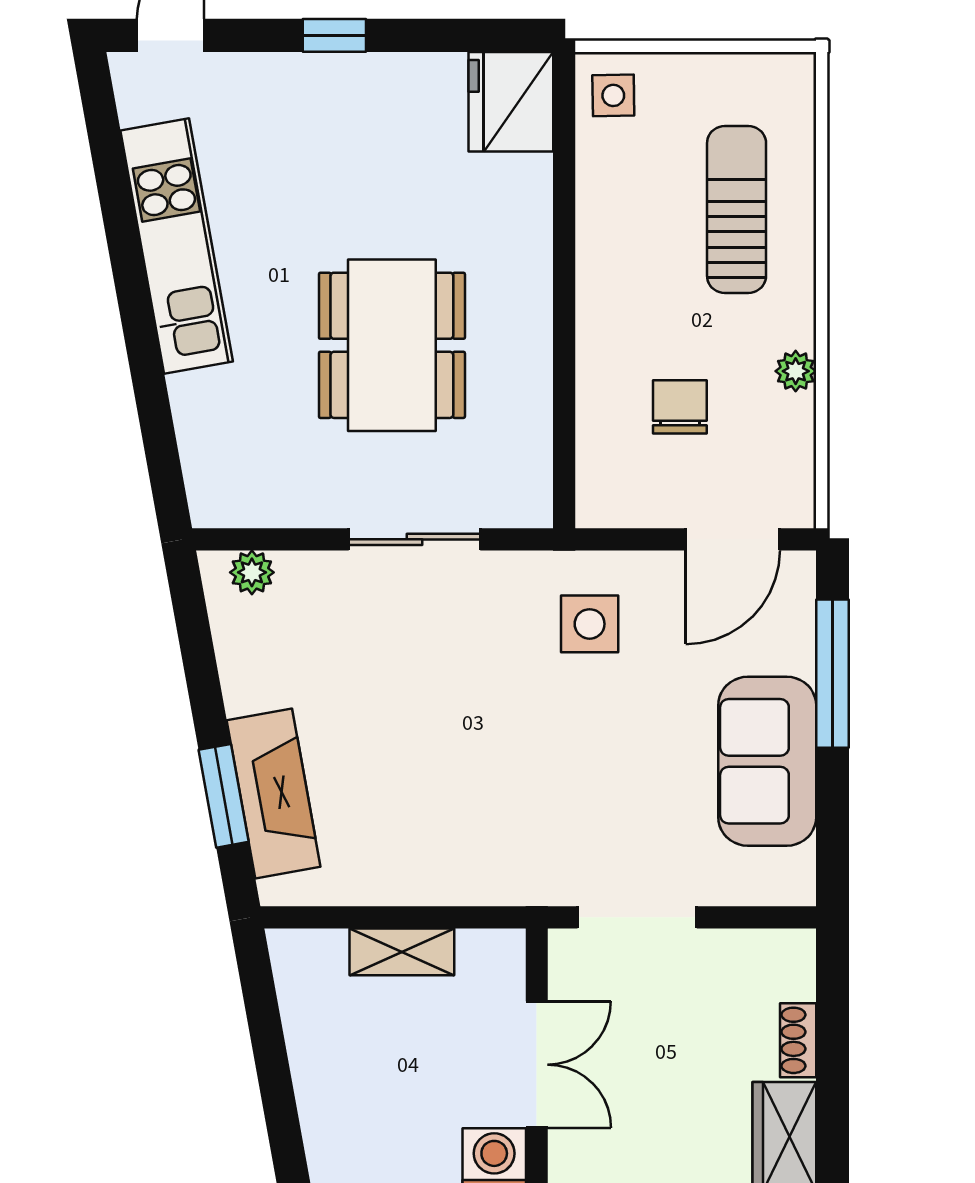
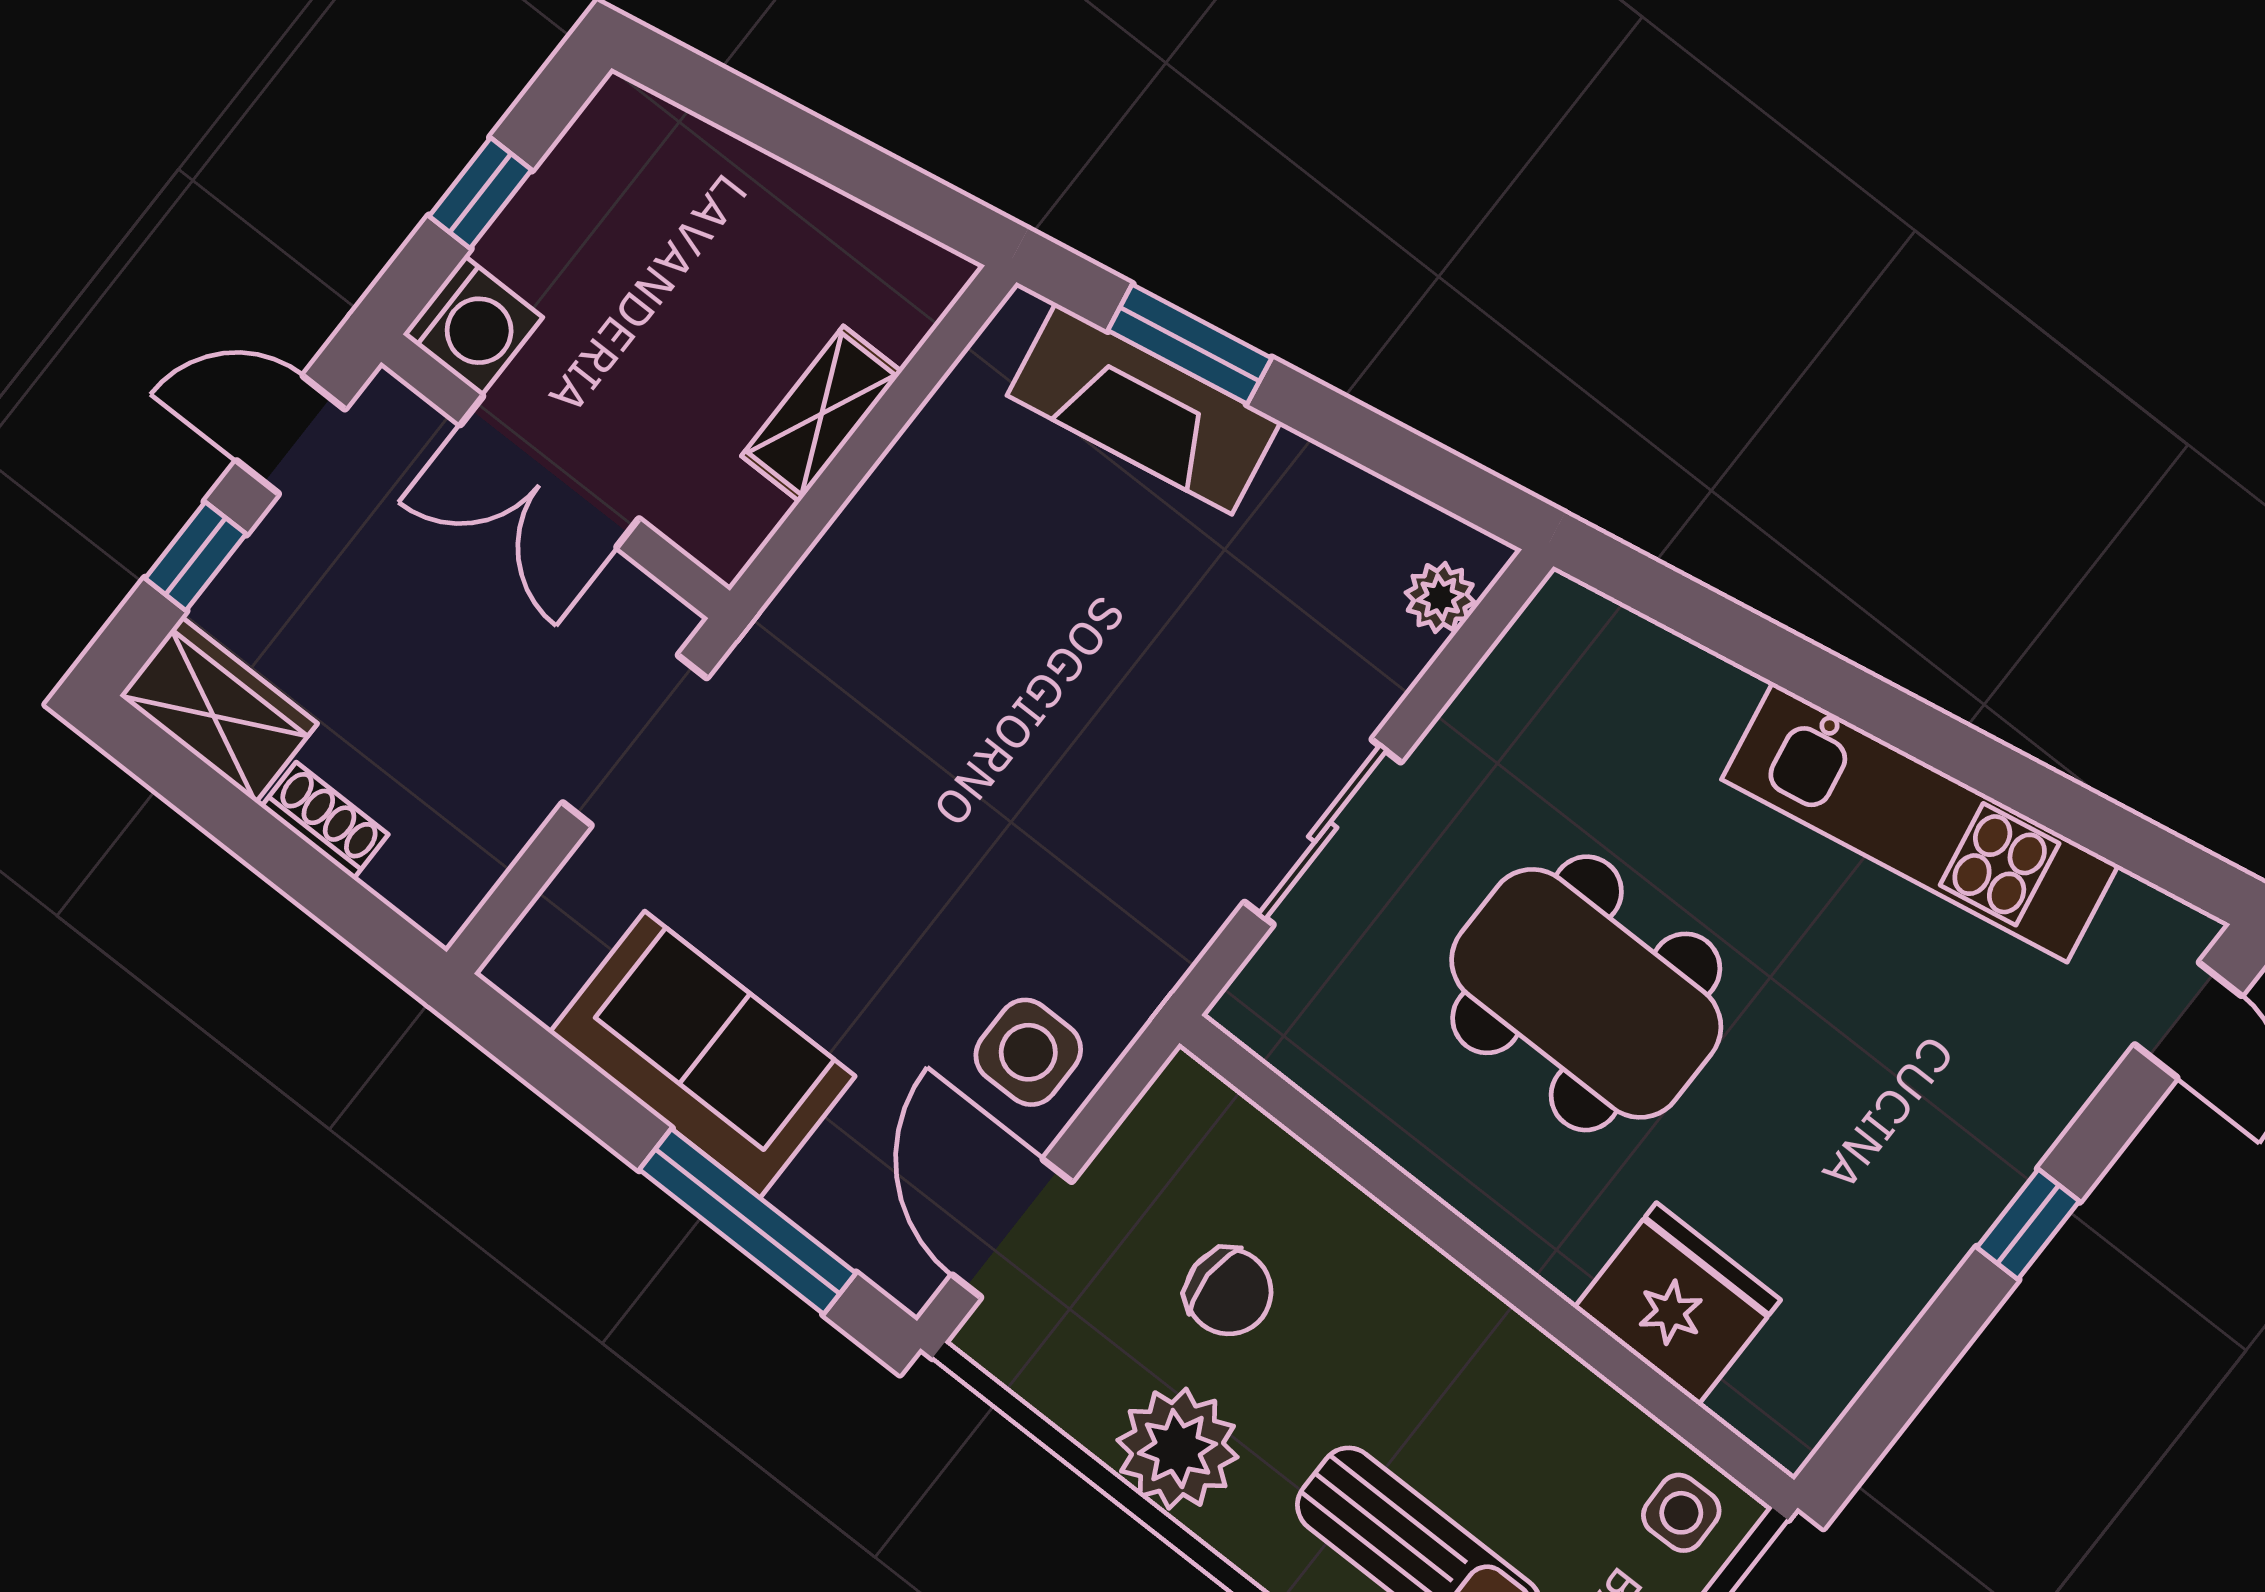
fridge: (511, 102) -> (1677, 1304), moved
plant: (796, 371) -> (1178, 1449), width x1.87, depth x1.87
side table: (590, 624) -> (1028, 1052), moved

